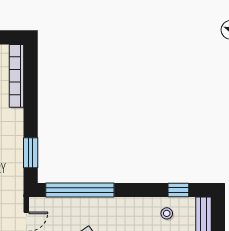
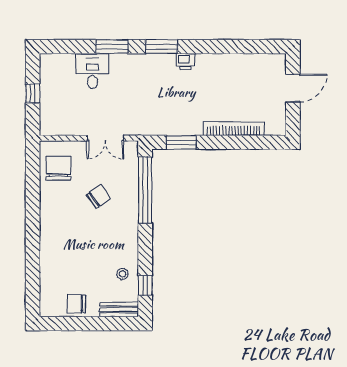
bookcase: (16, 76) -> (234, 129), moved

